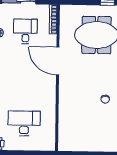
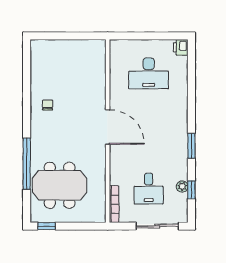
door: (58, 61) -> (108, 127), moved

